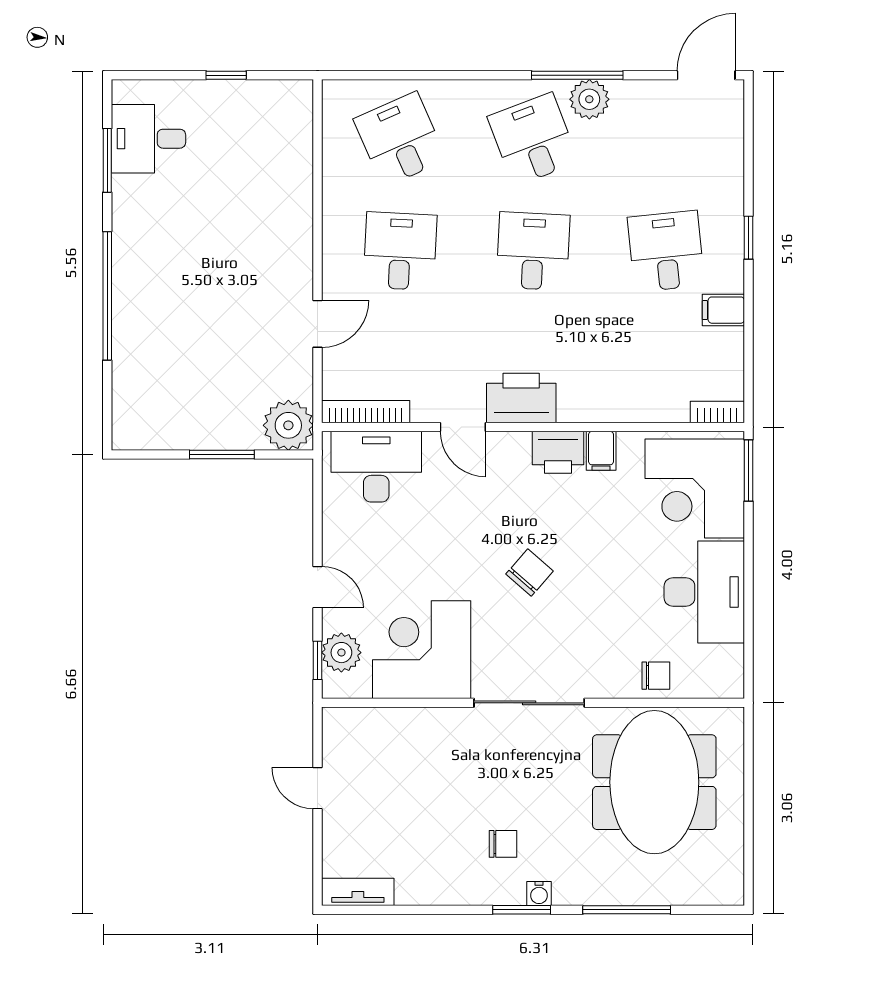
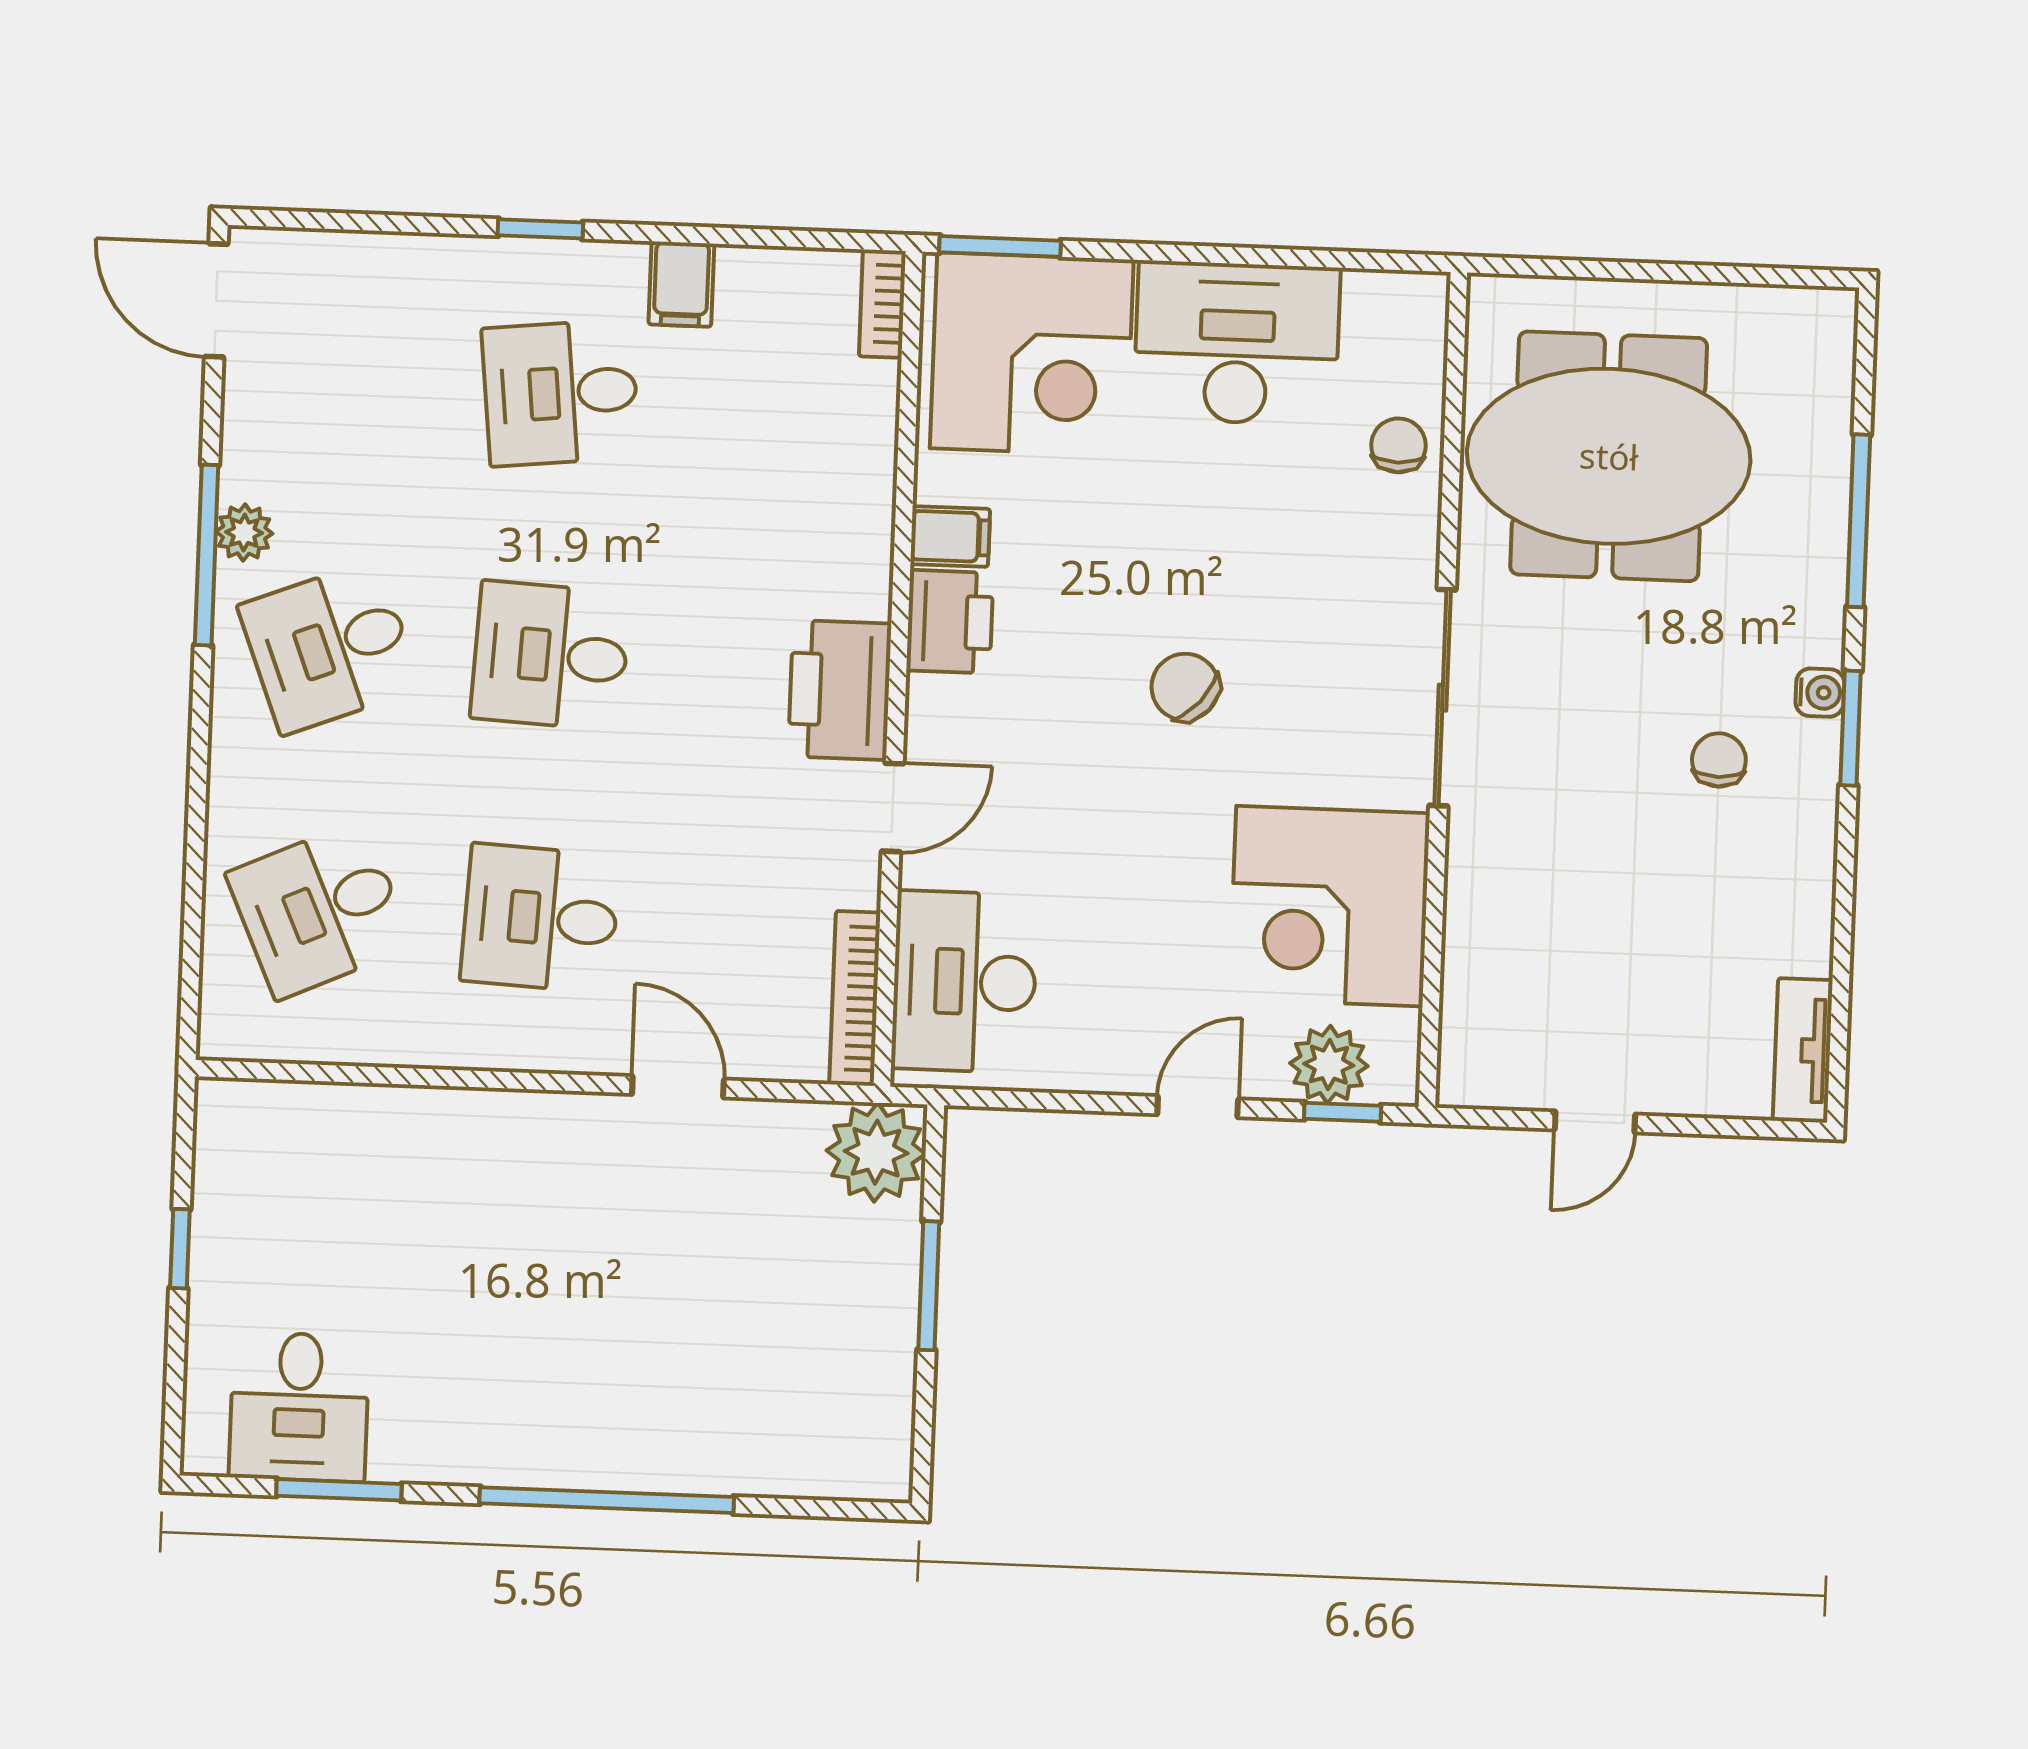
plant: (589, 99) -> (244, 533), width x0.73, depth x0.73

